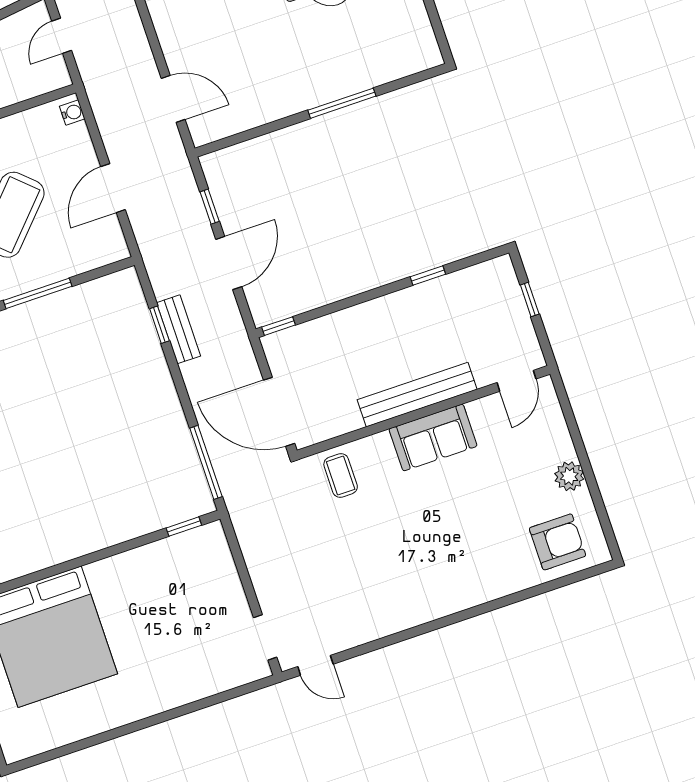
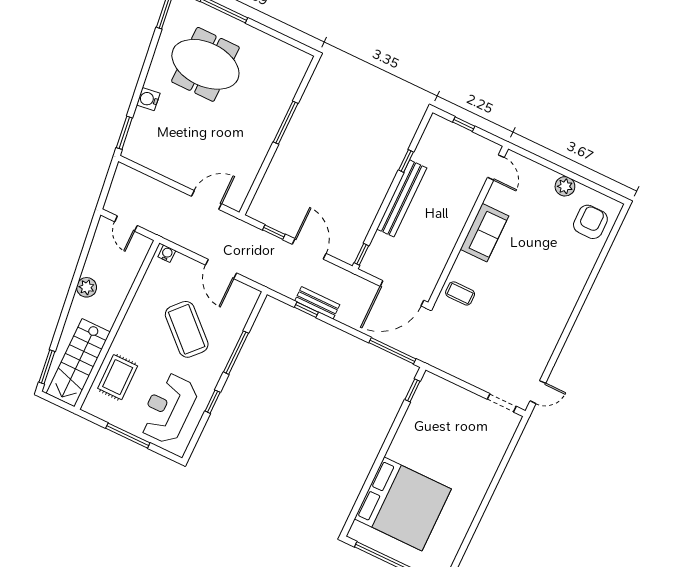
bench: (417, 395) -> (402, 198), moved

